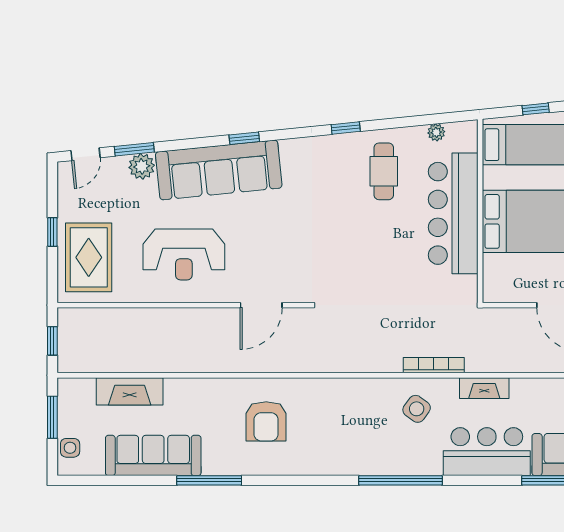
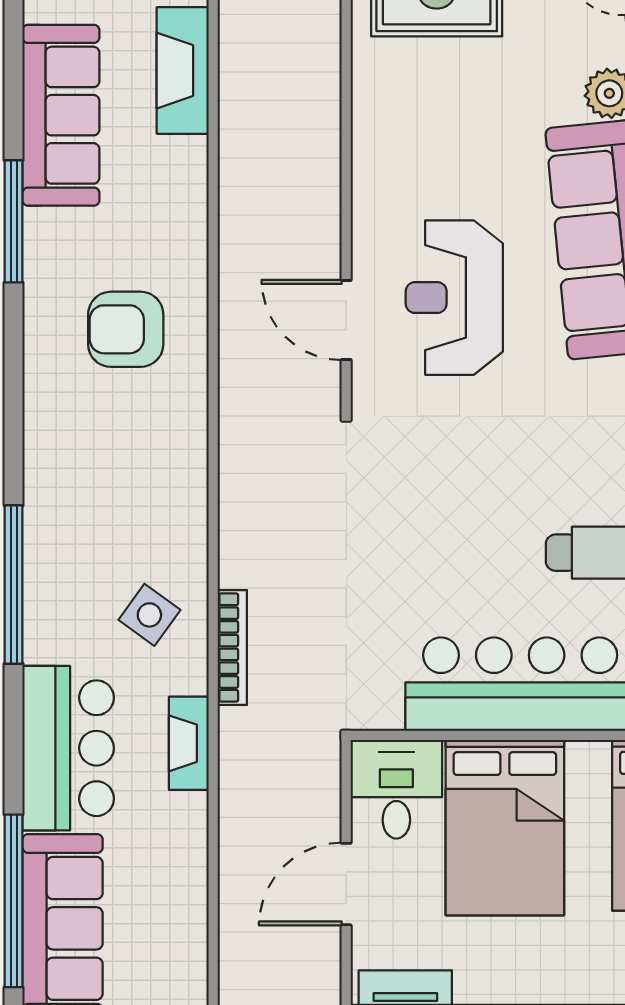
reception desk: (184, 254) -> (454, 298), moved
desk: (508, 279) -> (396, 789), added

